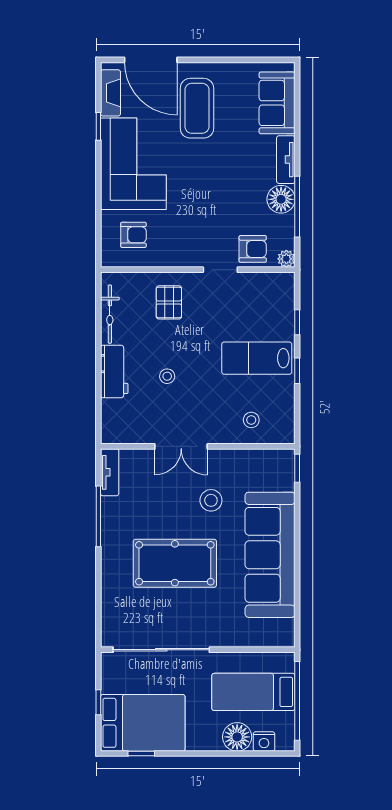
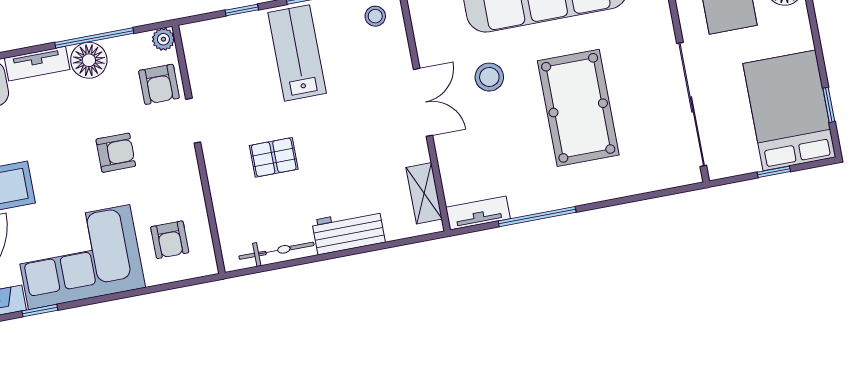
armchair: (207, 206) -> (116, 153), added
armchair: (133, 235) -> (170, 240), turned 180
armchair: (253, 249) -> (159, 84), turned 180
pallet: (169, 302) -> (274, 157), moved
lab bench: (257, 358) -> (297, 53), turned 180
stool: (167, 376) -> (342, 163), removed
stool: (251, 420) -> (375, 16), moved
shelving: (132, 434) -> (424, 193), added
double door: (181, 446) -> (423, 102), moved

